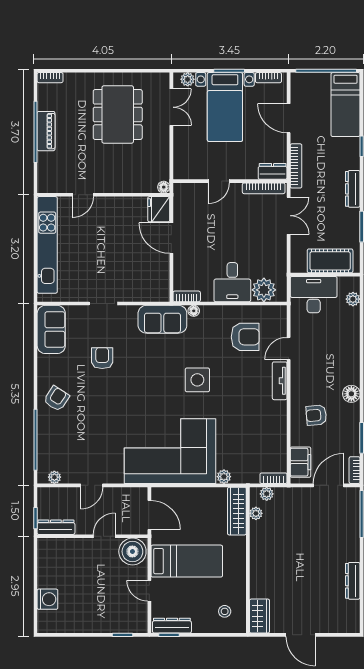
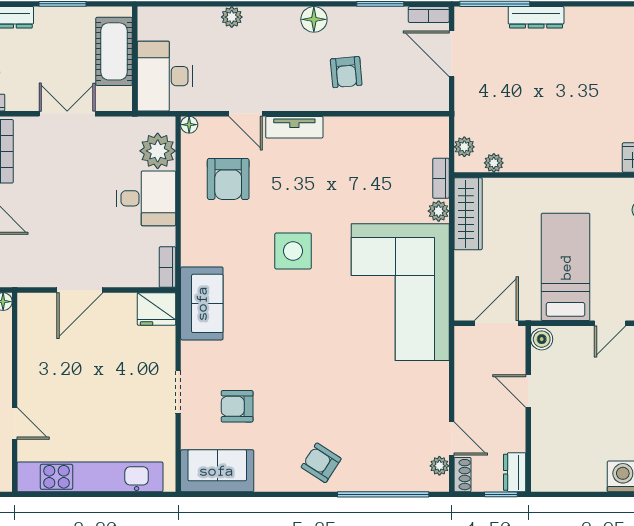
fridge: (159, 209) -> (157, 309), moved
double door: (289, 216) -> (67, 114), moved
plant: (353, 299) -> (232, 17), moved
floor lamp: (194, 311) -> (189, 125), moved
armchair: (245, 337) -> (228, 179), turned 180
armchair: (102, 358) -> (237, 406), moved
filing cabinet: (300, 462) -> (417, 96), removed
bookcase: (273, 478) -> (441, 178), moved
door: (92, 485) -> (452, 439), moved
shoe rack: (49, 493) -> (463, 475), added
wardrobe: (237, 511) -> (468, 214), moved, turned -90
dresser: (56, 527) -> (515, 472), width x0.70
boiler: (132, 551) -> (542, 339), width x0.54, depth x0.54
dresser: (353, 581) -> (536, 17), moved

